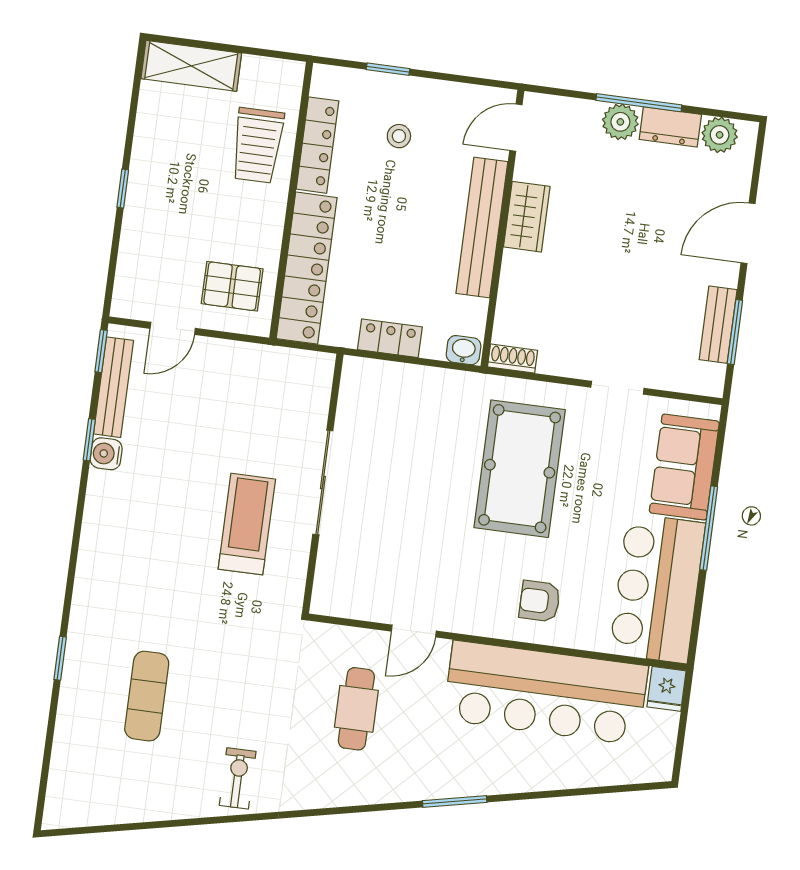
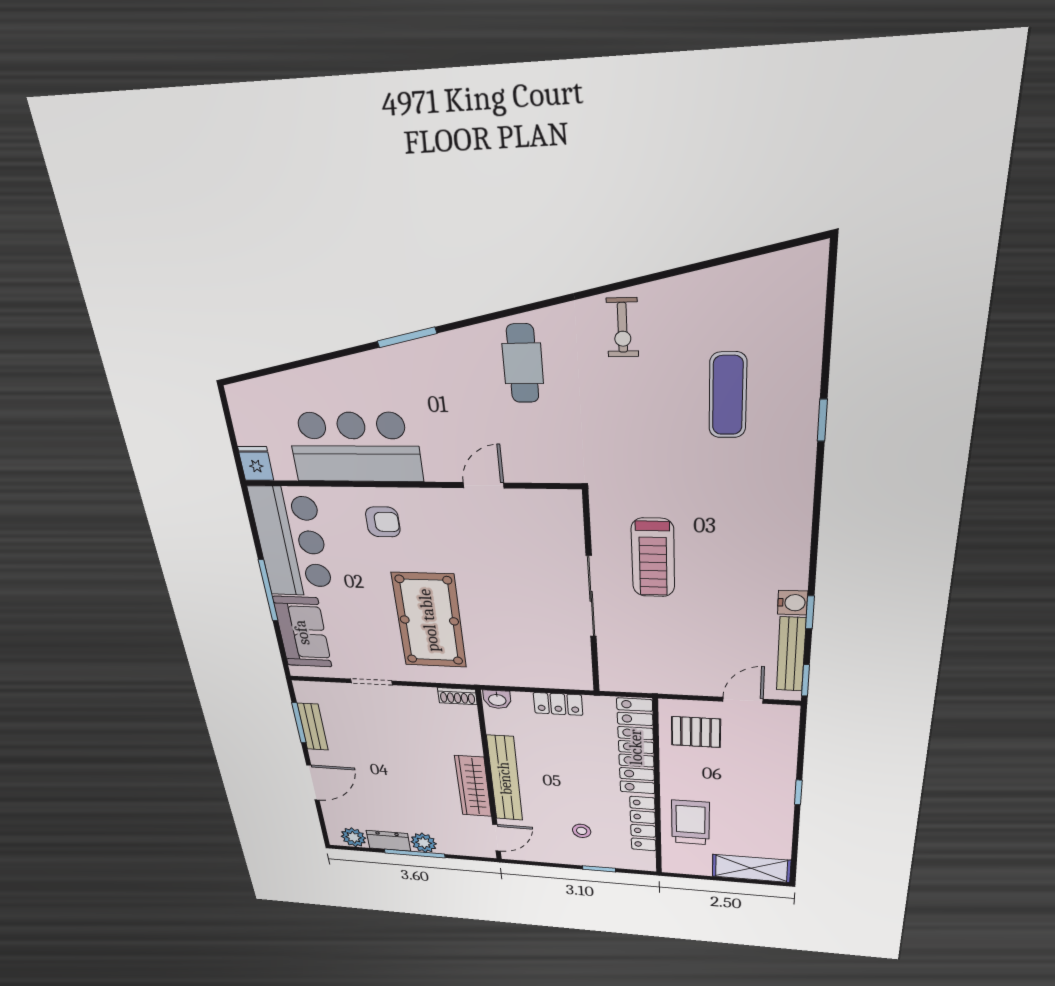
wardrobe: (527, 217) -> (473, 786), width x1.50
bar counter: (546, 693) -> (355, 447), width x0.73
cafe table: (356, 709) -> (523, 364), moved

